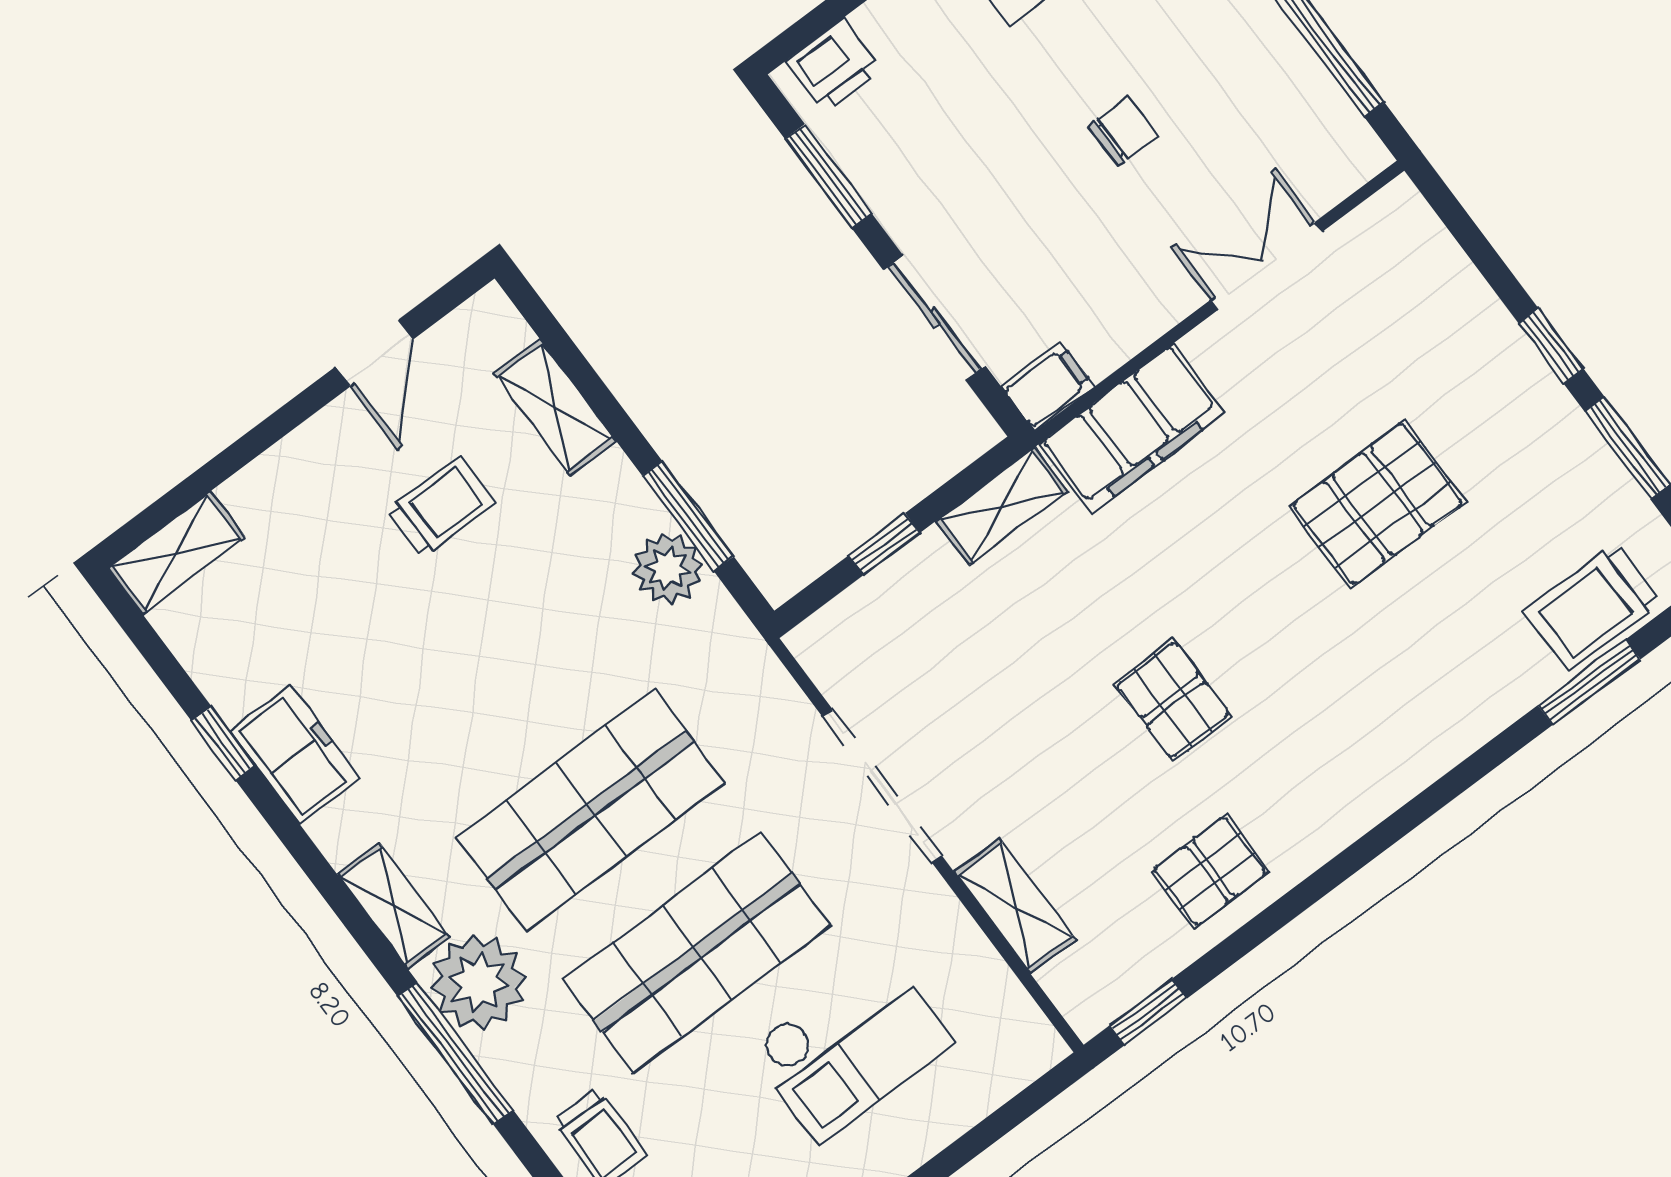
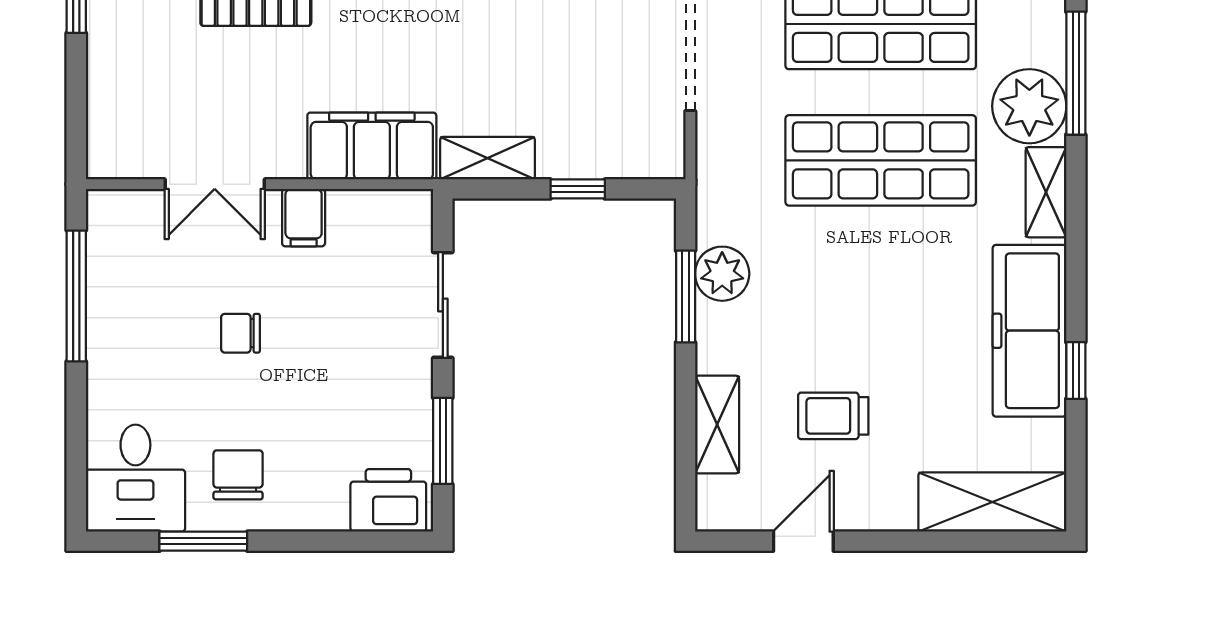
printer: (834, 66) -> (388, 500), width x1.36, depth x1.24
filing cabinet: (1048, 387) -> (304, 218), moved, turned -90
shelving: (177, 553) -> (992, 502), width x1.50, depth x1.33
freezer: (295, 755) -> (1029, 331), width x1.91, depth x1.26

